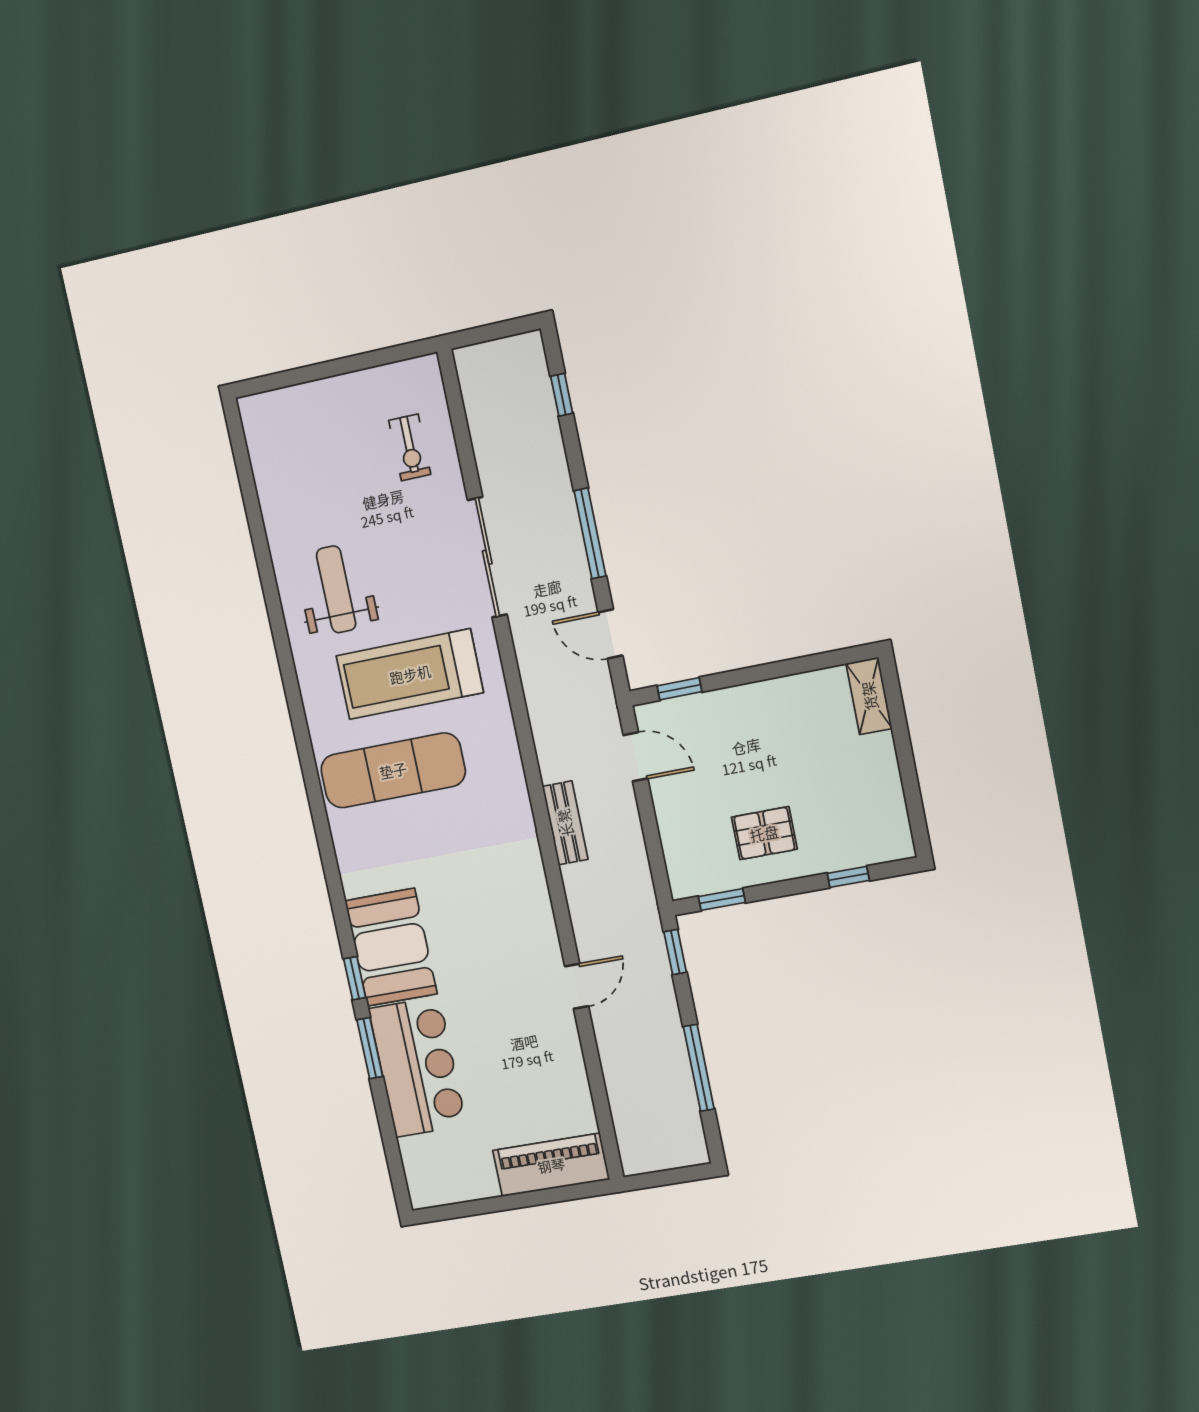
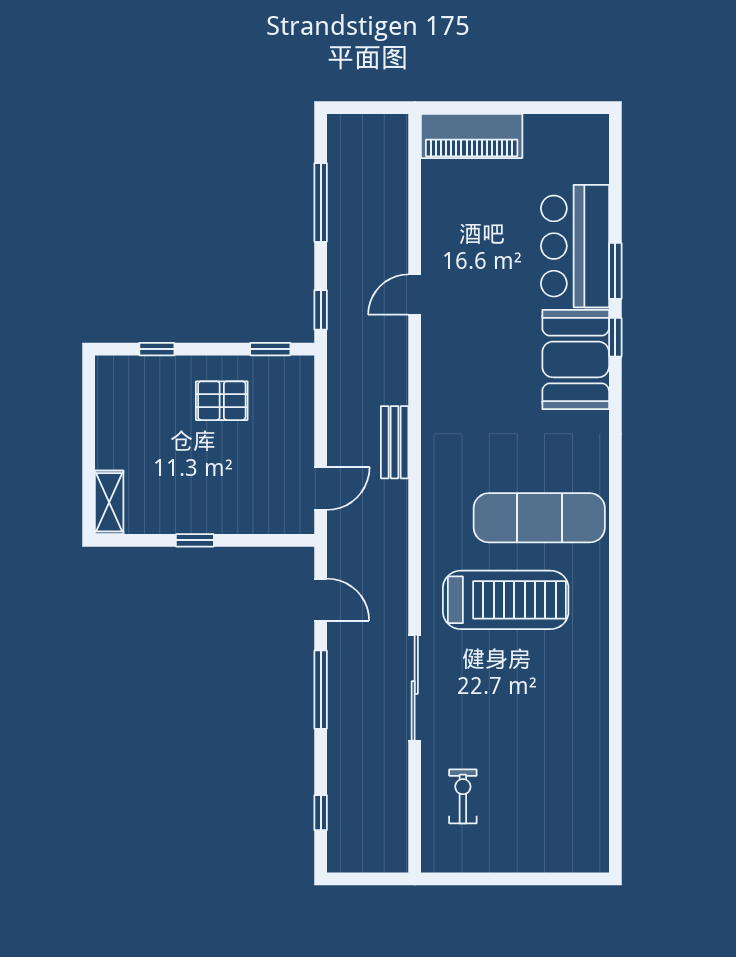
weight bench: (336, 589) -> (556, 687), removed
window: (680, 689) -> (195, 540), moved
door: (635, 757) -> (321, 489), swing flipped

